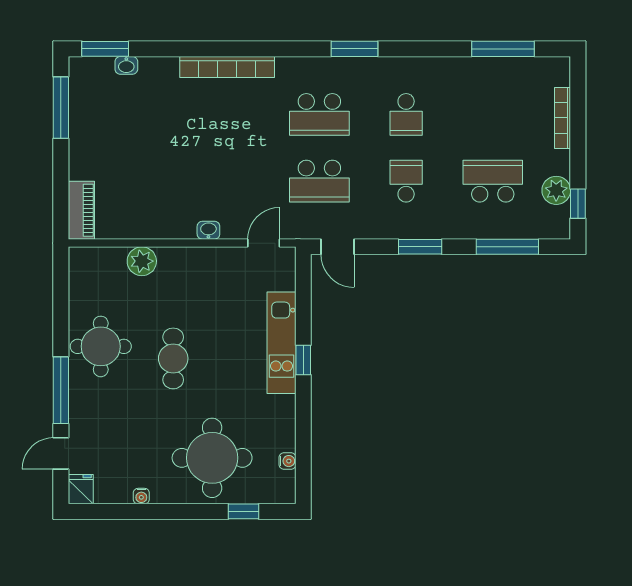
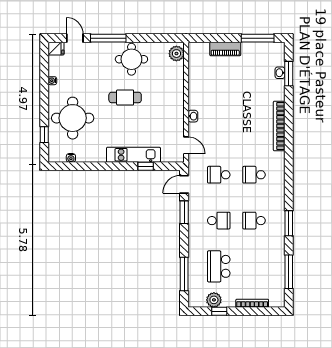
window: (105, 49) -> (289, 74), moved
window: (355, 49) -> (289, 223), moved
school desk: (319, 114) -> (254, 175), width x0.54
school desk: (319, 181) -> (219, 175), width x0.54
school desk: (493, 181) -> (219, 266), turned 180
window: (578, 204) -> (219, 311), moved
piano: (81, 210) -> (225, 49), moved
window: (420, 247) -> (184, 212), moved
plant: (142, 261) -> (176, 54), moved
window: (303, 360) -> (146, 166), moved

